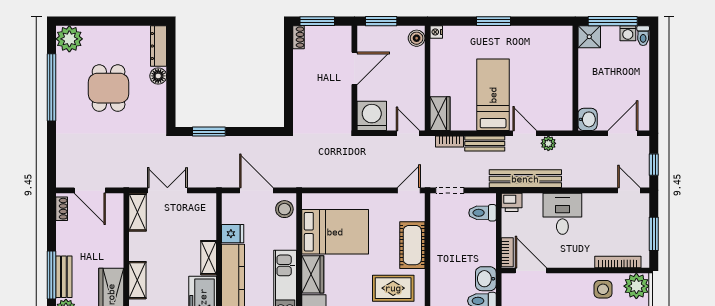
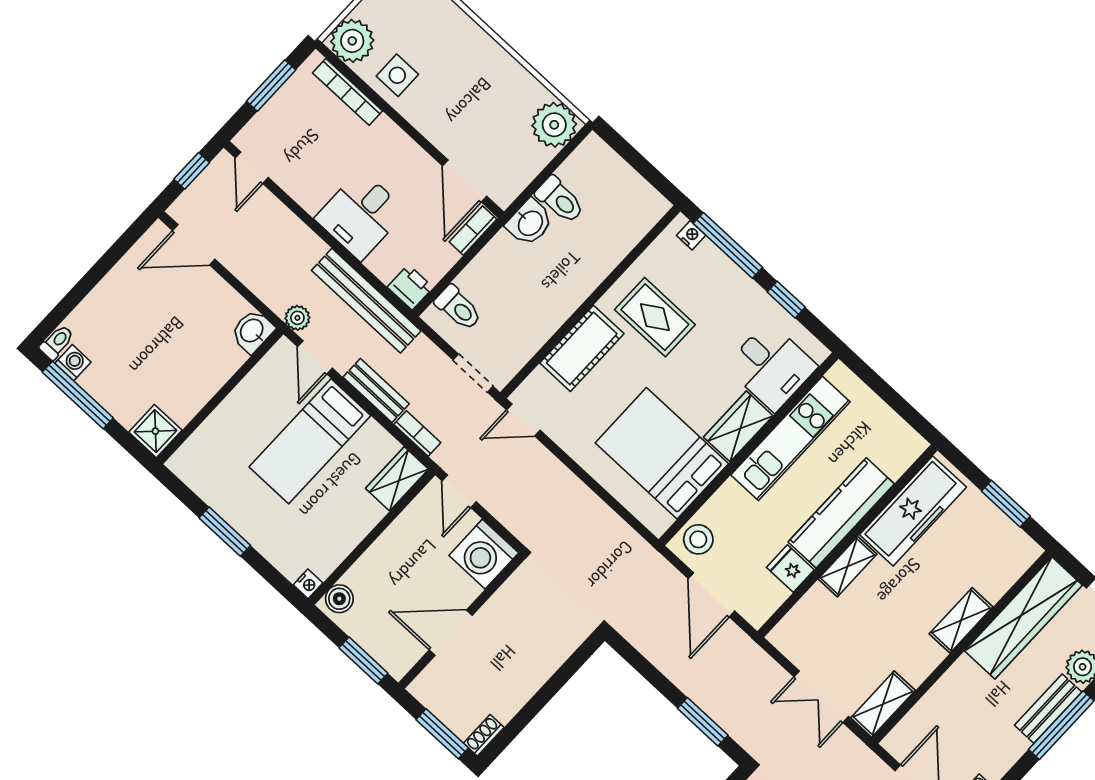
shower: (589, 37) -> (155, 431), moved
wall: (575, 78) -> (220, 396), moved
washbasin: (588, 119) -> (252, 331), moved

